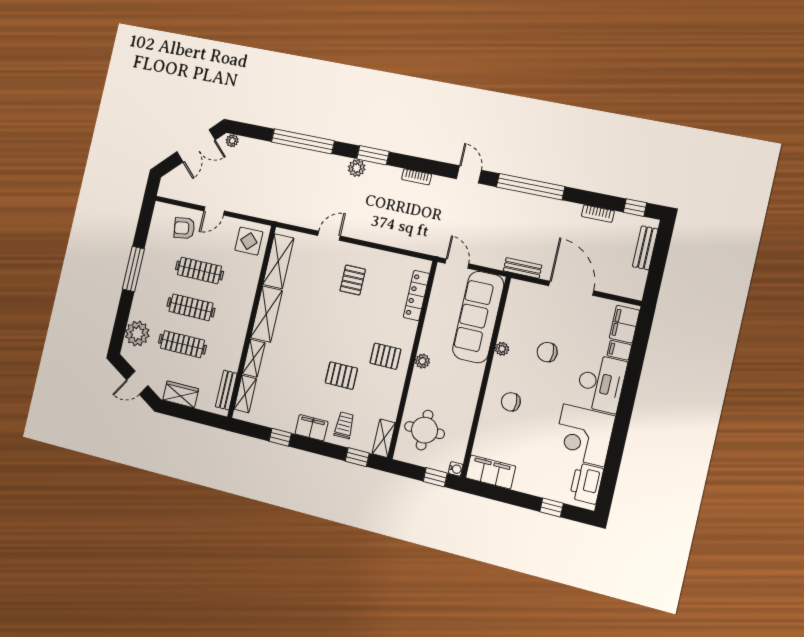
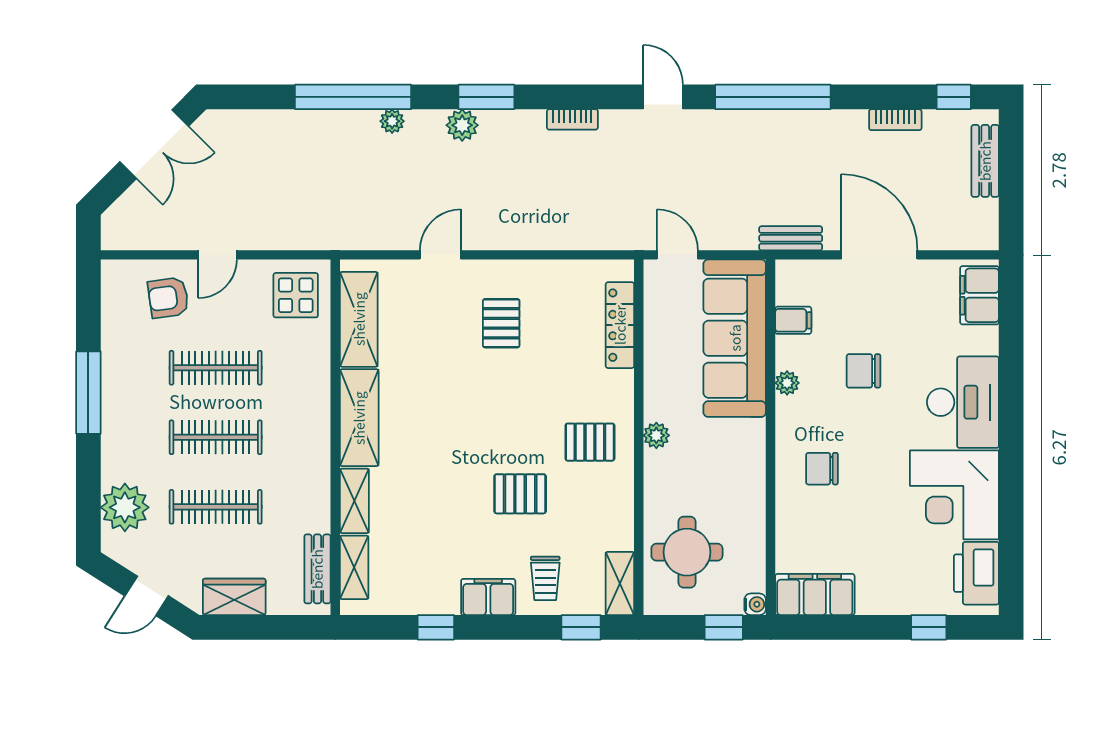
plant: (232, 141) -> (392, 121), moved
filing cabinet: (619, 350) -> (793, 320), moved, turned 180
trolley: (344, 425) -> (545, 578), turned 180

